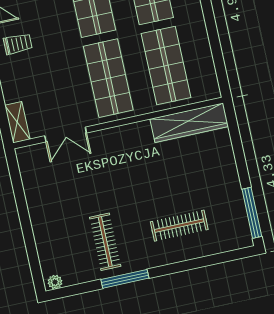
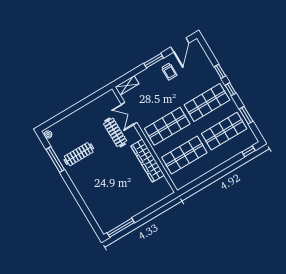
wardrobe: (189, 123) -> (148, 161), moved
clothes rail: (179, 226) -> (115, 132), moved
window: (125, 279) -> (55, 159), moved

